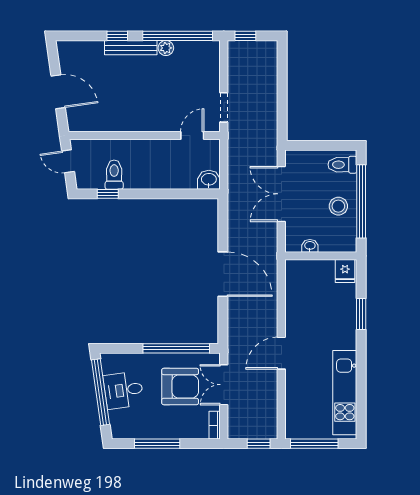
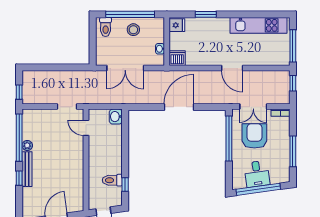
dishwasher: (296, 271) -> (177, 58), added

